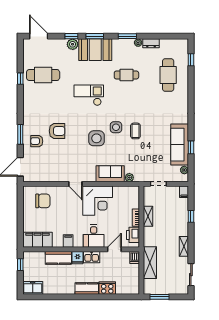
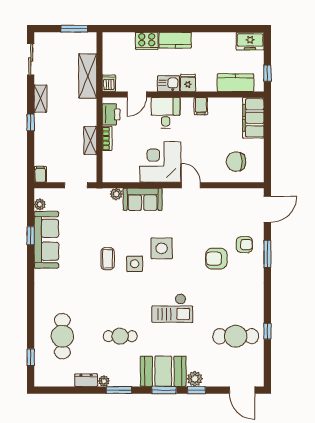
window: (191, 216) -> (31, 122), moved
filing cabinet: (37, 240) -> (253, 118), moved, turned 90
kitchen counter: (58, 258) -> (235, 83), moved

